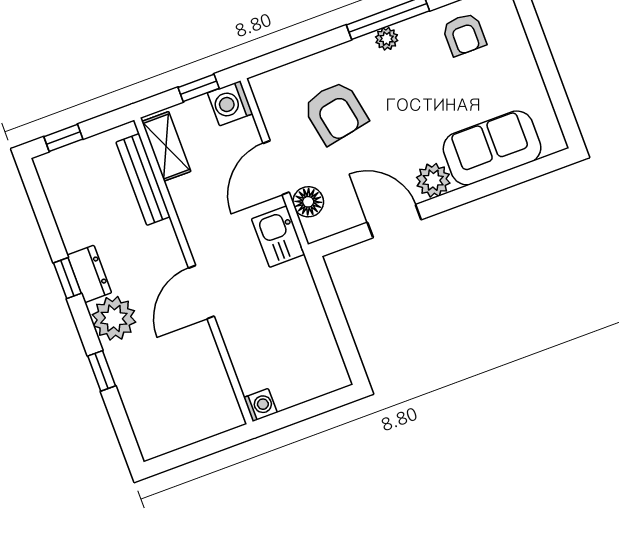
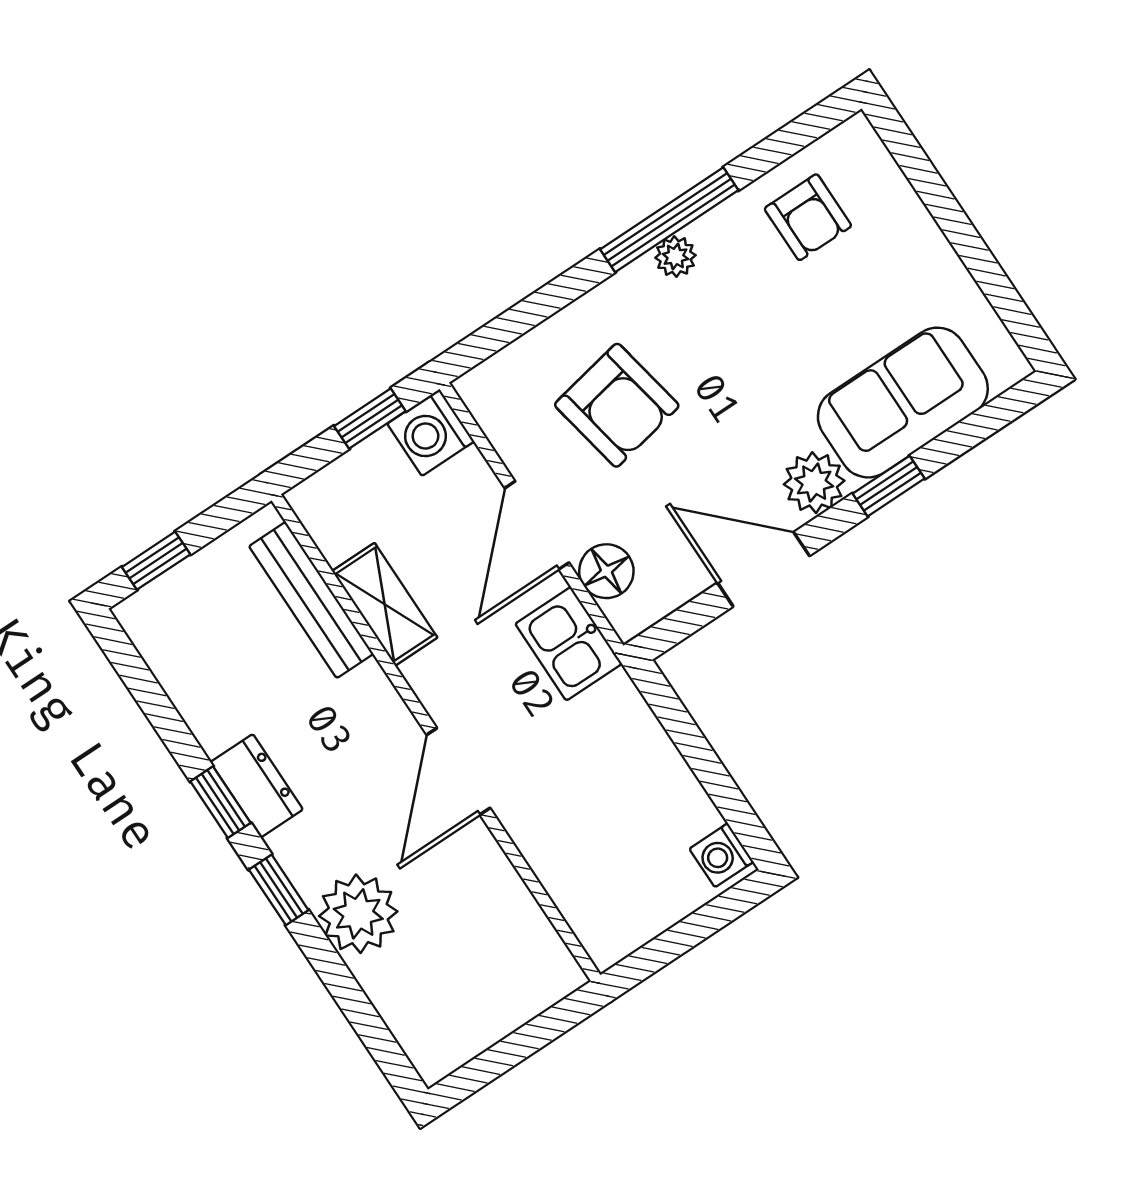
shelving: (166, 146) -> (385, 604), moved
window: (473, 192) -> (889, 486), added
plant: (114, 318) -> (358, 914), moved
window: (102, 371) -> (279, 890), moved
washing machine: (260, 405) -> (721, 855), moved, turned 180

